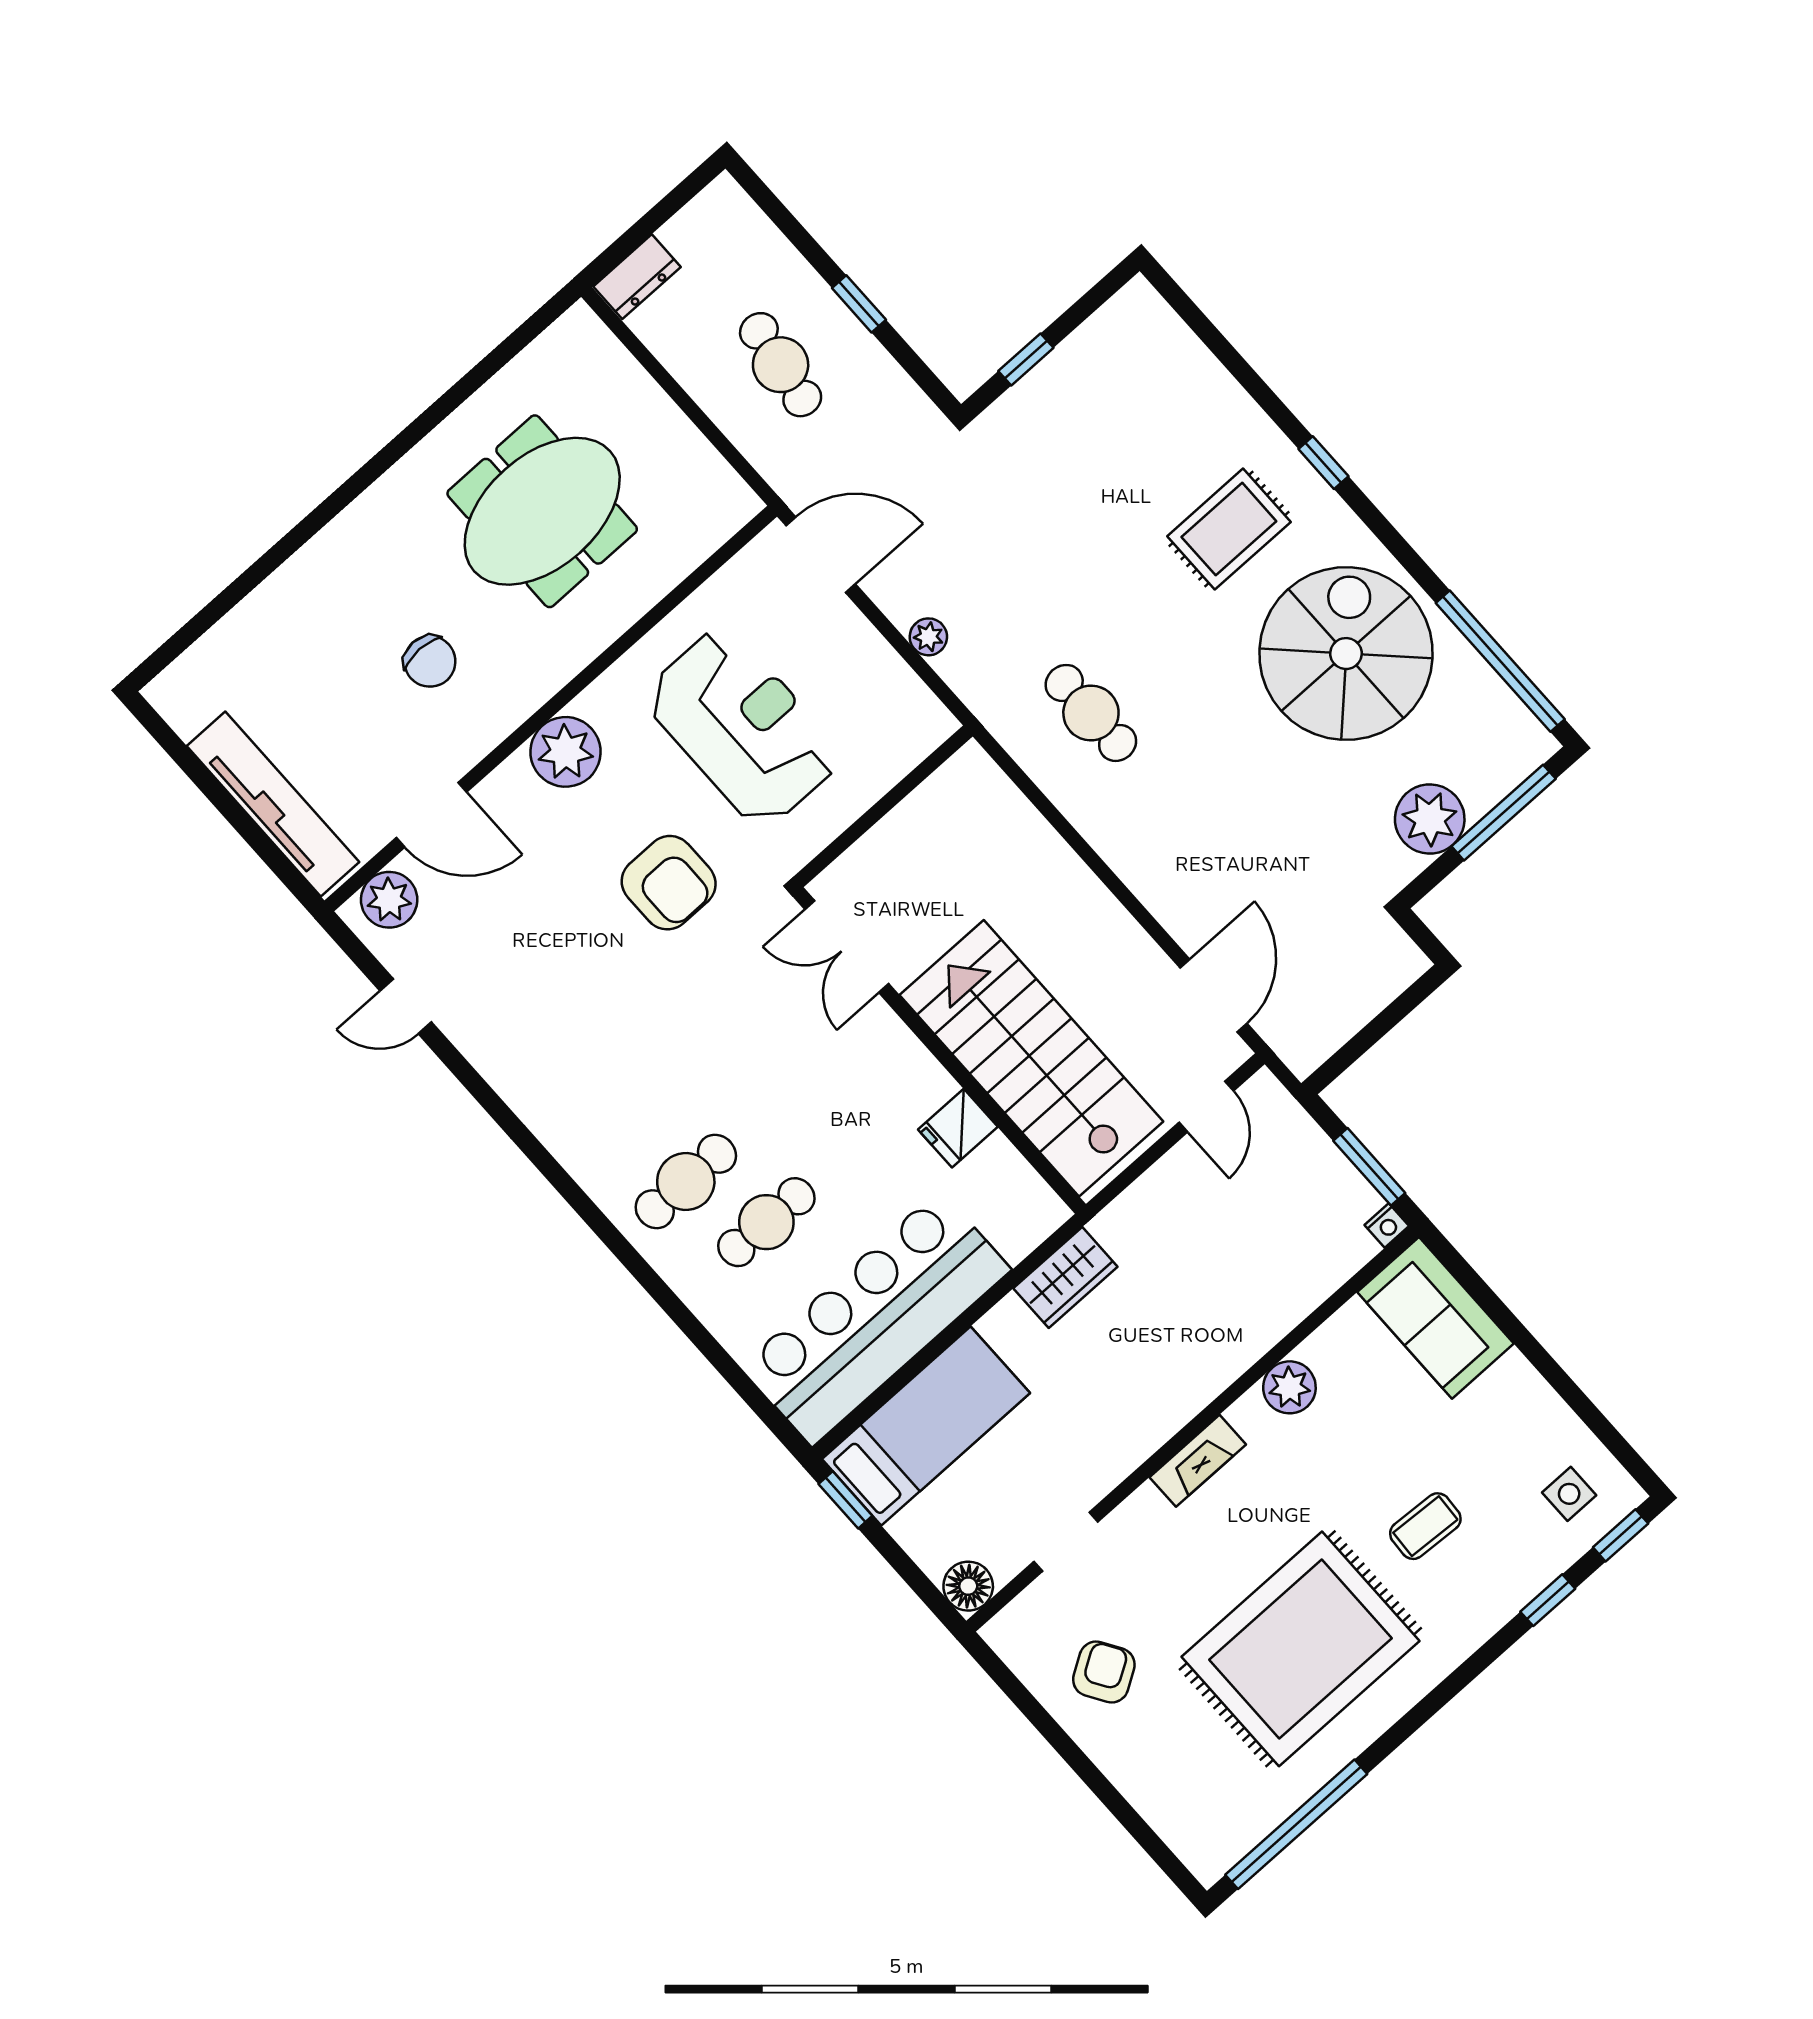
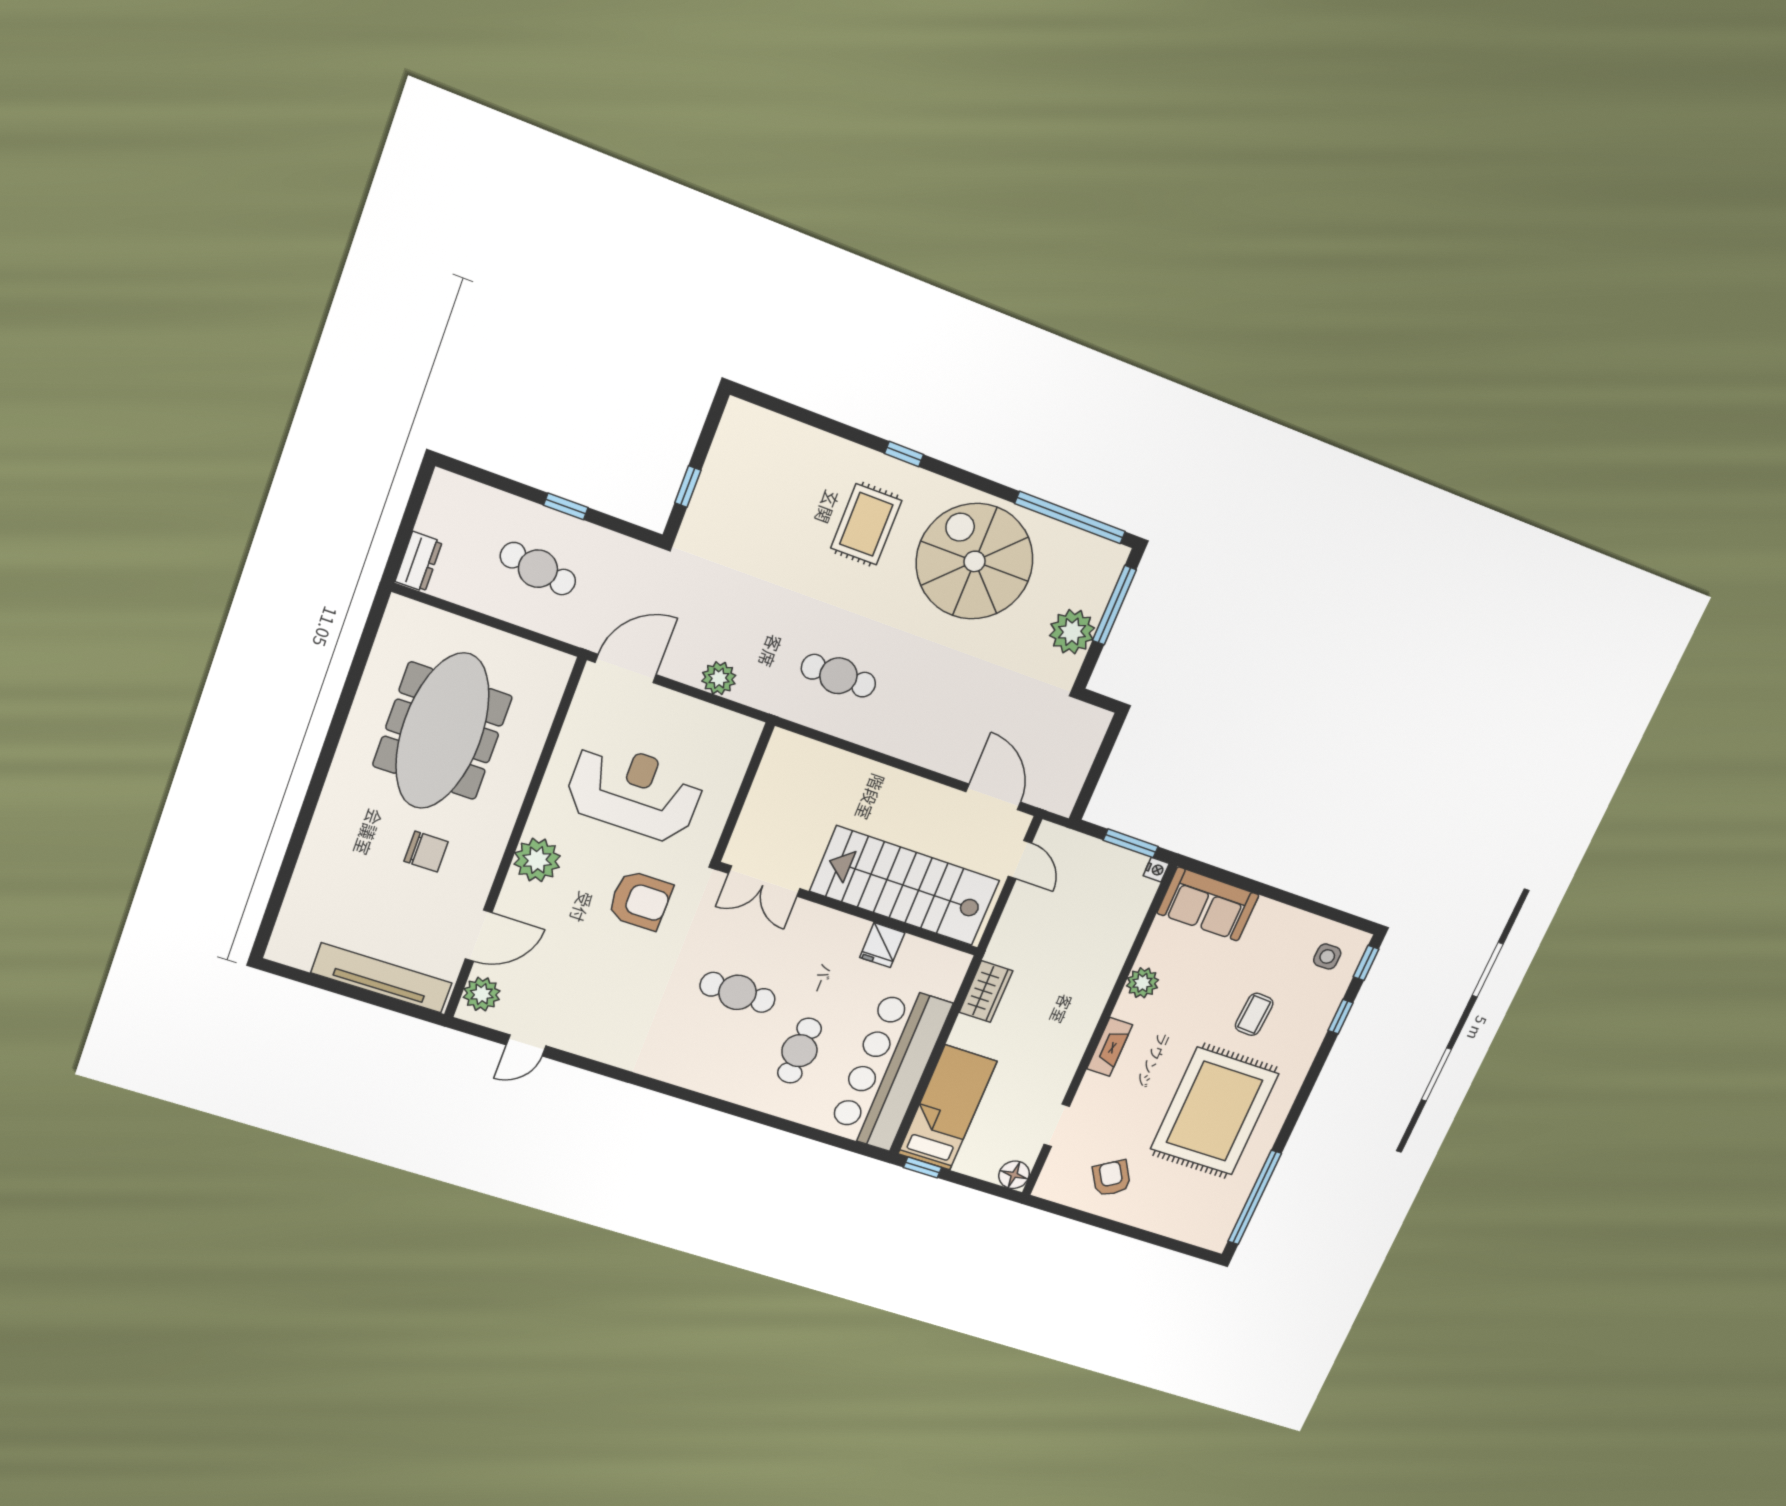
meeting table: (542, 511) -> (442, 731), width x1.36
plant: (928, 637) -> (719, 678), width x1.38, depth x1.38
cafe table: (686, 1181) -> (738, 992), moved, turned 90

